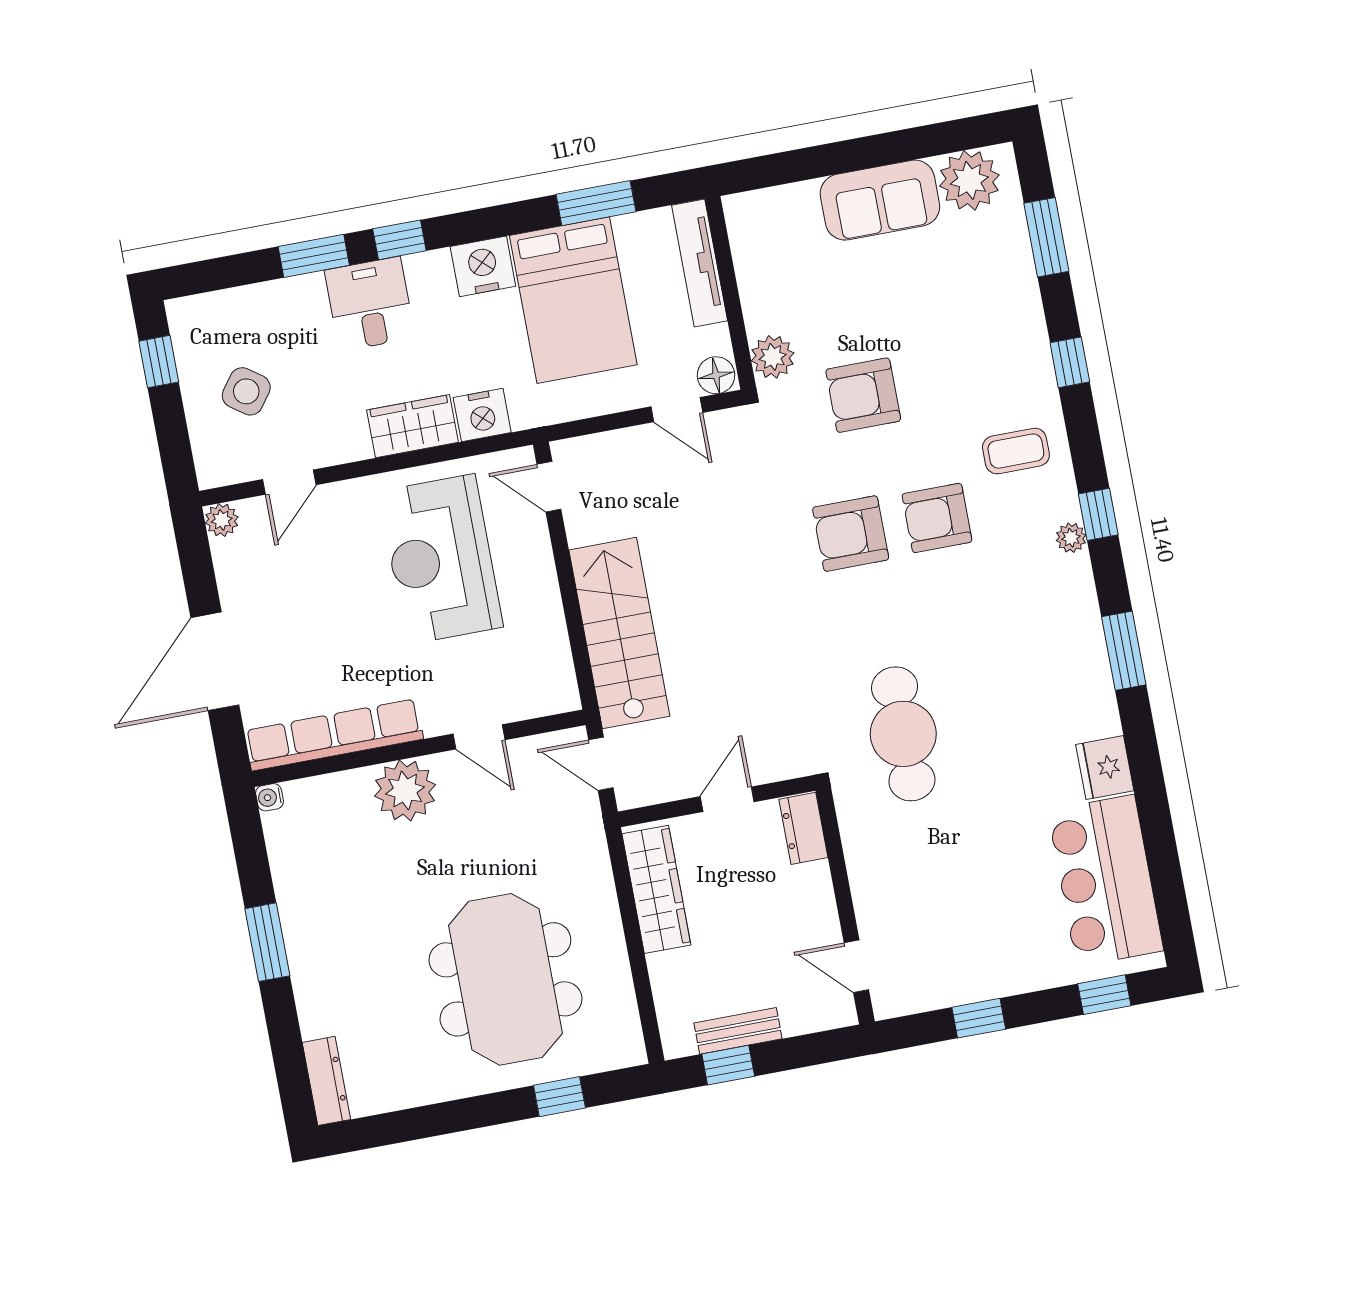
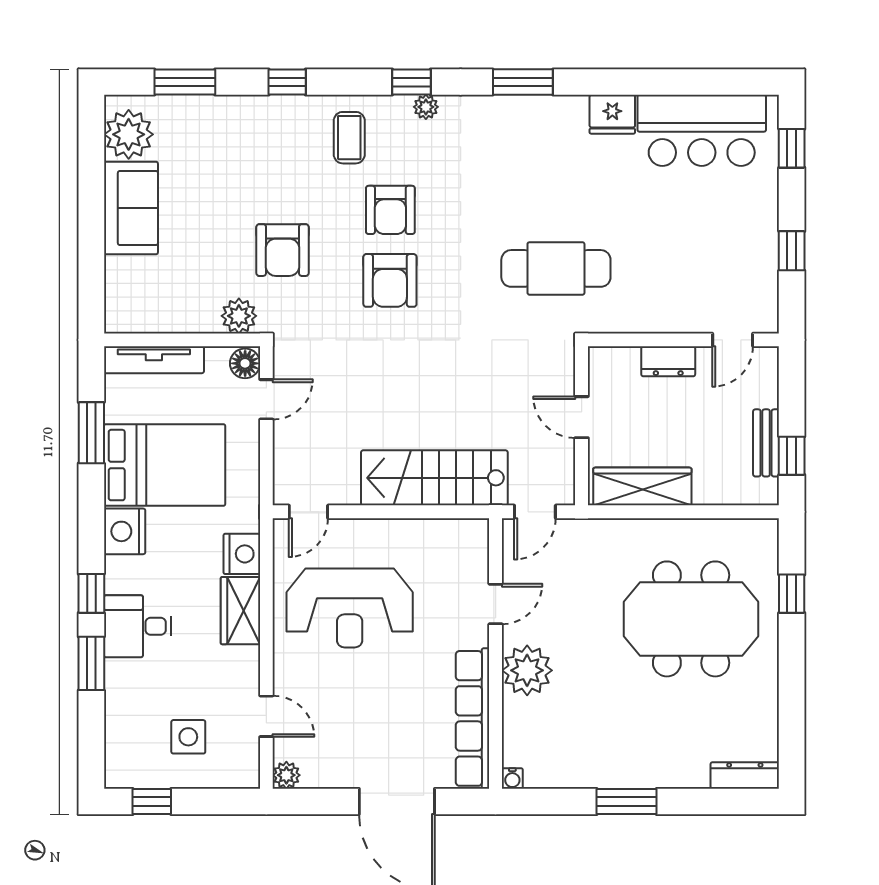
side table: (246, 391) -> (188, 737), turned -36
dresser: (803, 828) -> (668, 361), moved

